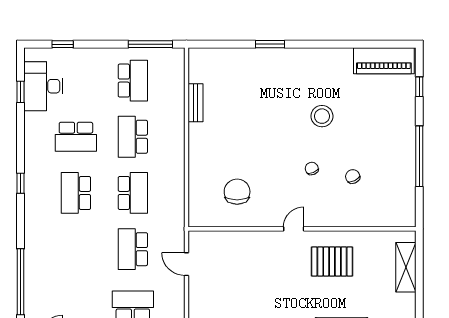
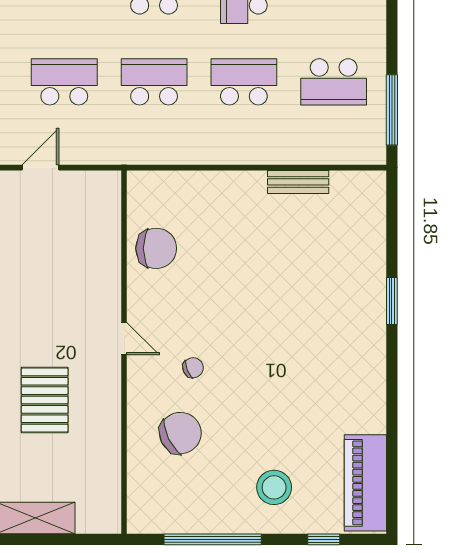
stool: (322, 116) -> (274, 487), moved
chair: (353, 177) -> (180, 433), width x1.87, depth x1.87
school desk: (133, 193) -> (154, 82), turned 180
door: (294, 229) -> (124, 339), moved
wall: (302, 229) -> (124, 352), moved

